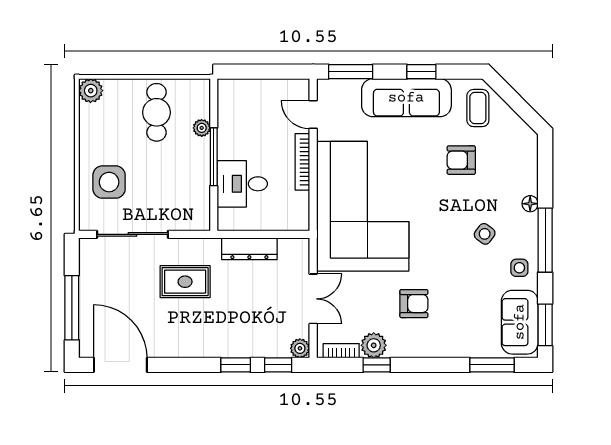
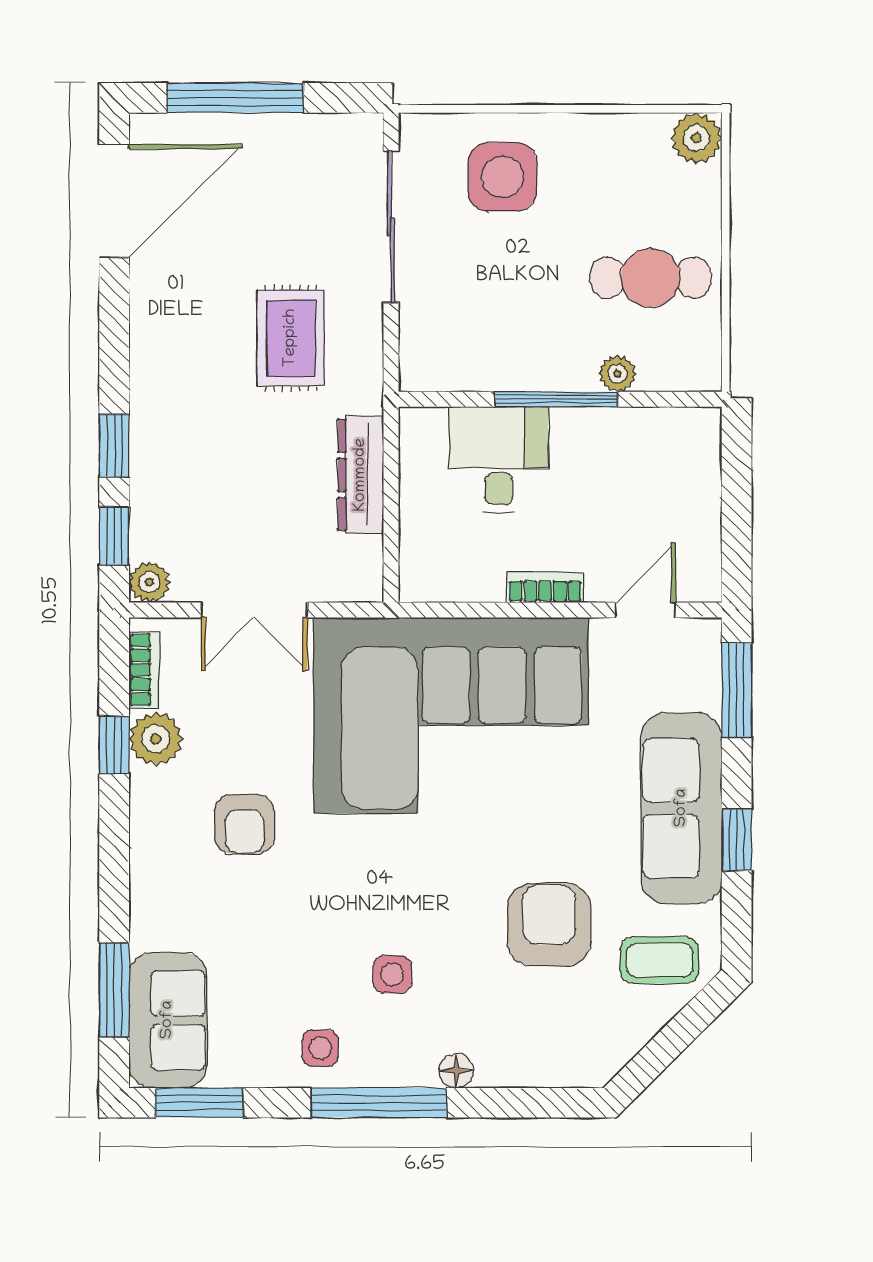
armchair: (461, 160) -> (549, 925), width x1.38, depth x1.38
bookcase: (302, 162) -> (545, 587), width x0.64
side table: (485, 234) -> (392, 974), turned -37
sofa: (520, 322) -> (168, 1020), moved, turned 90

